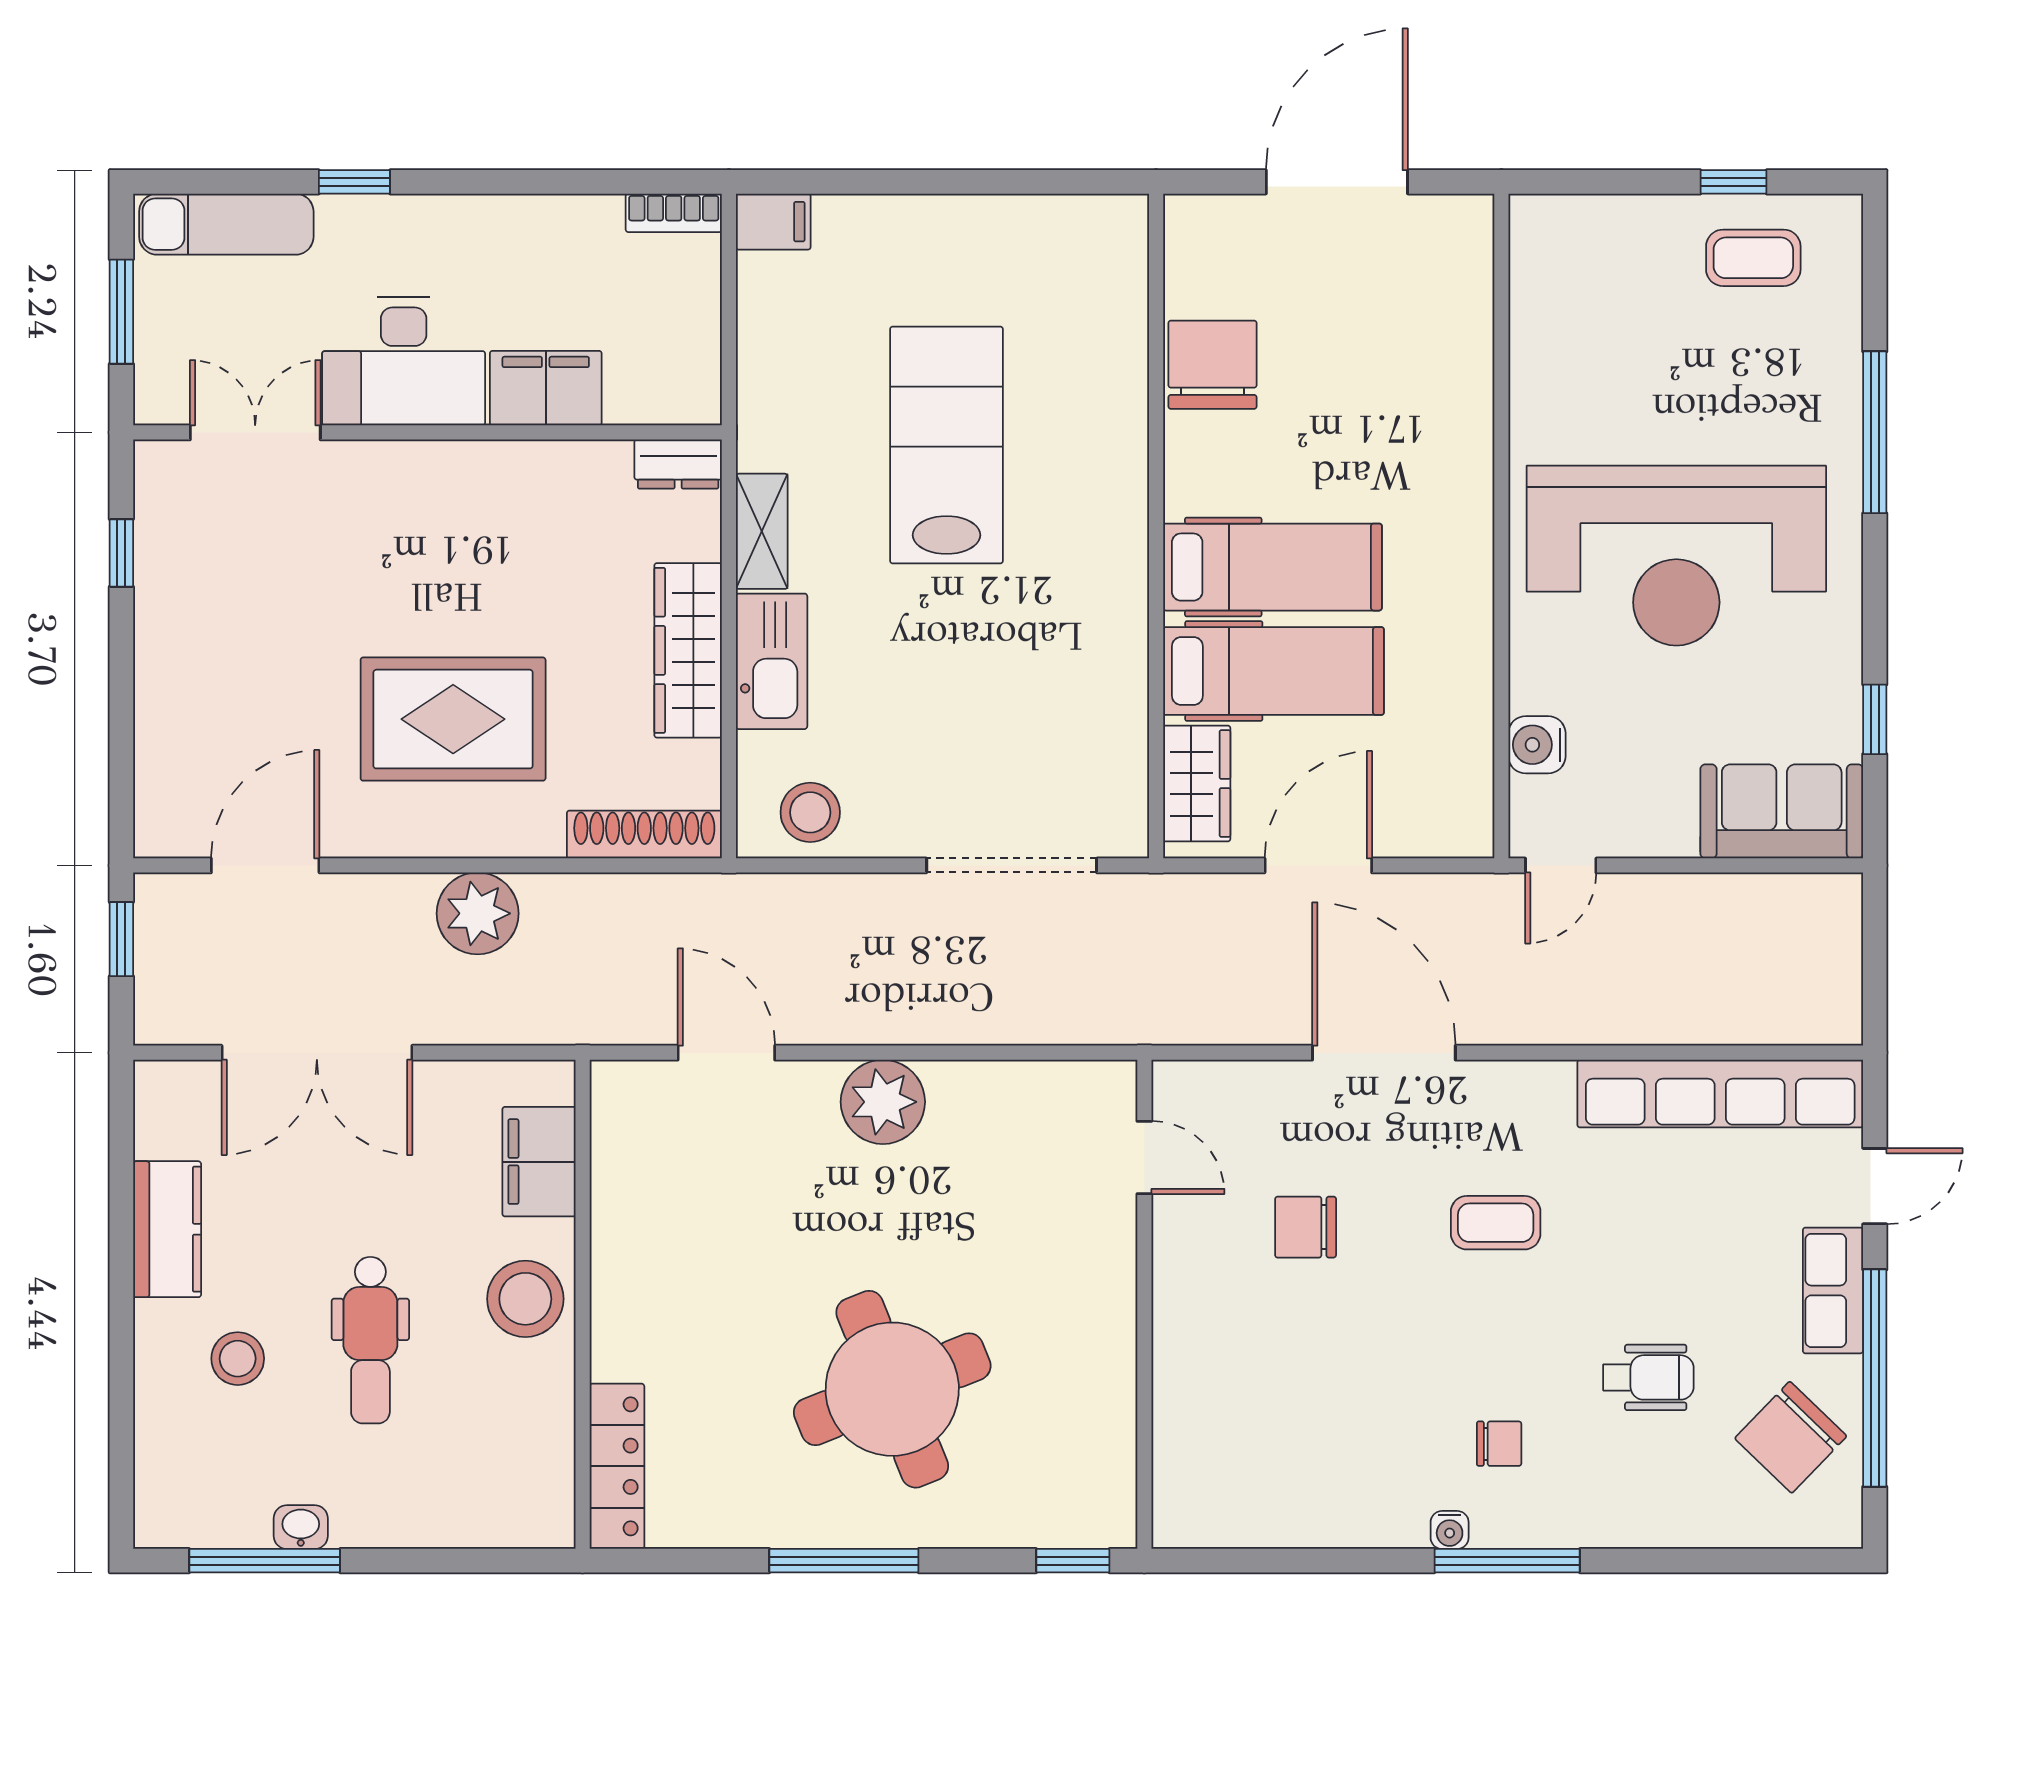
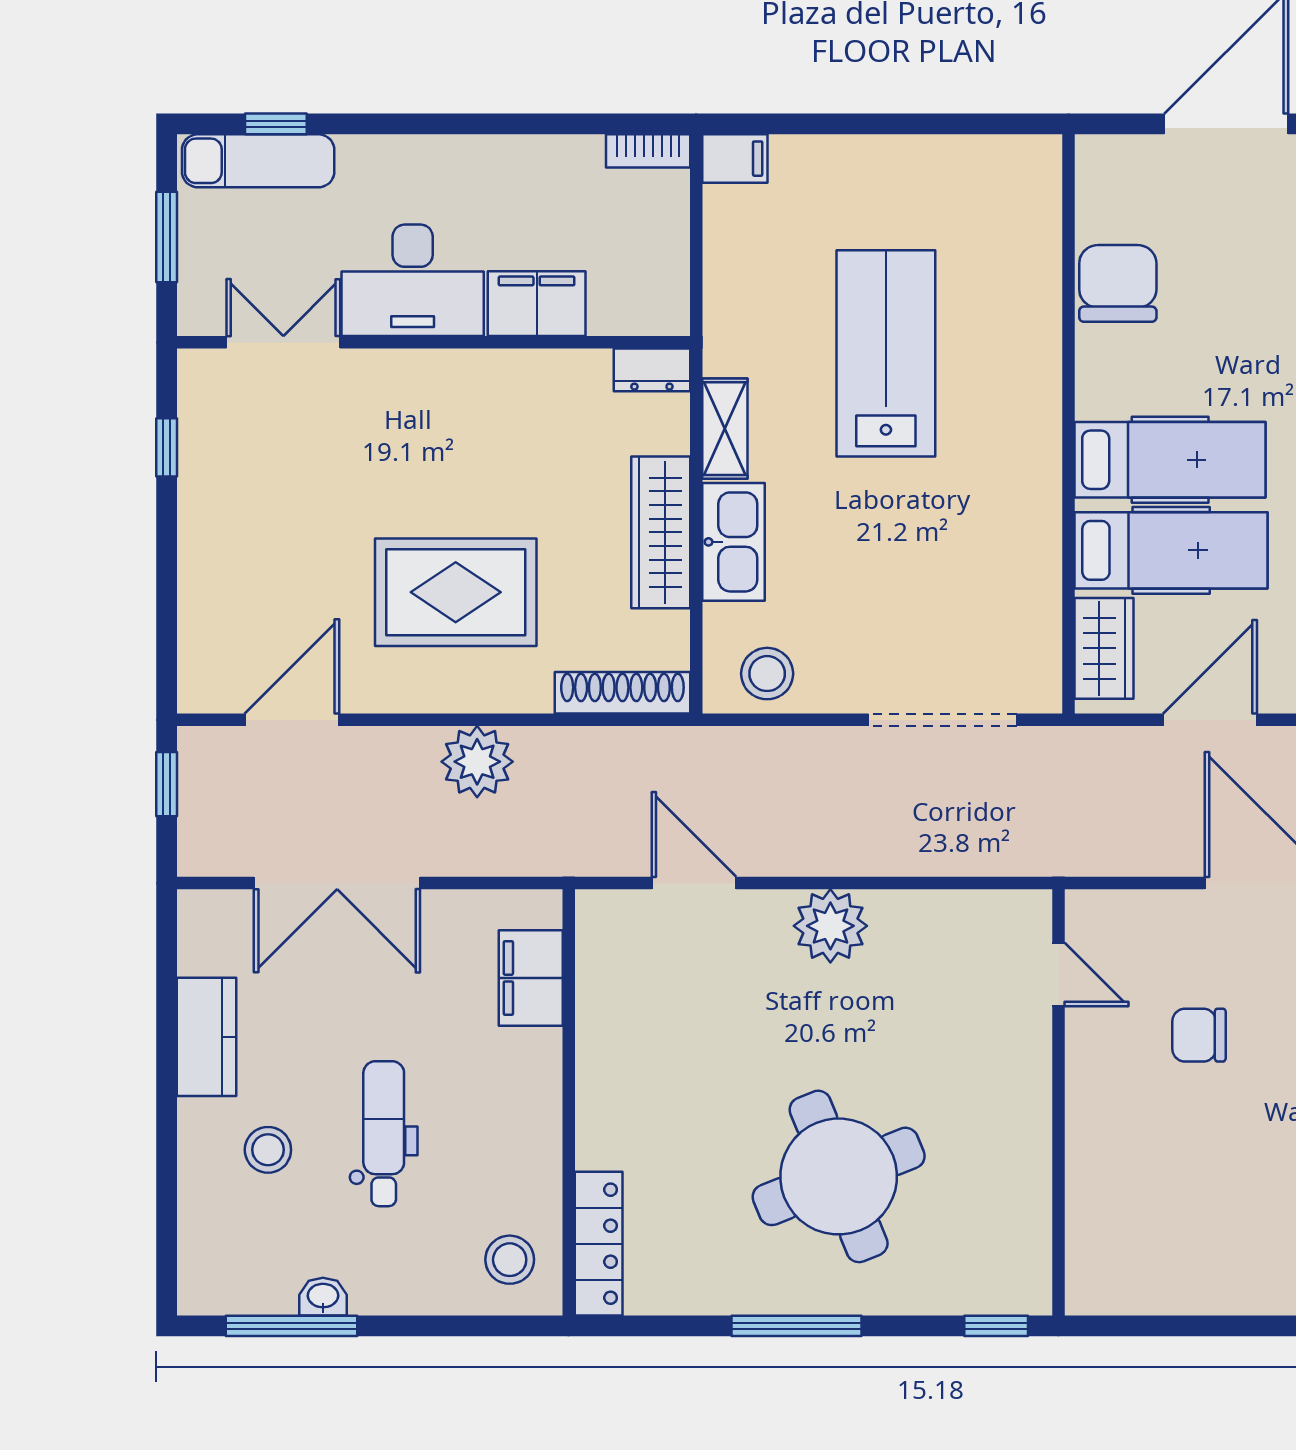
window: (354, 182) -> (276, 124), moved
stool: (525, 1299) -> (510, 1260), moved, width x0.73, depth x0.73
dental chair: (370, 1340) -> (384, 1134), turned 180

